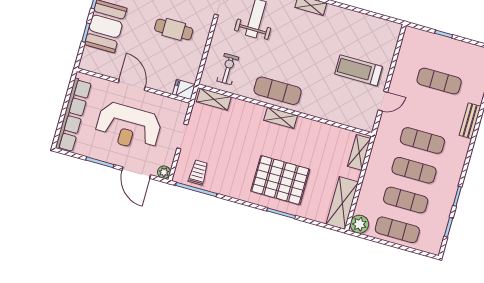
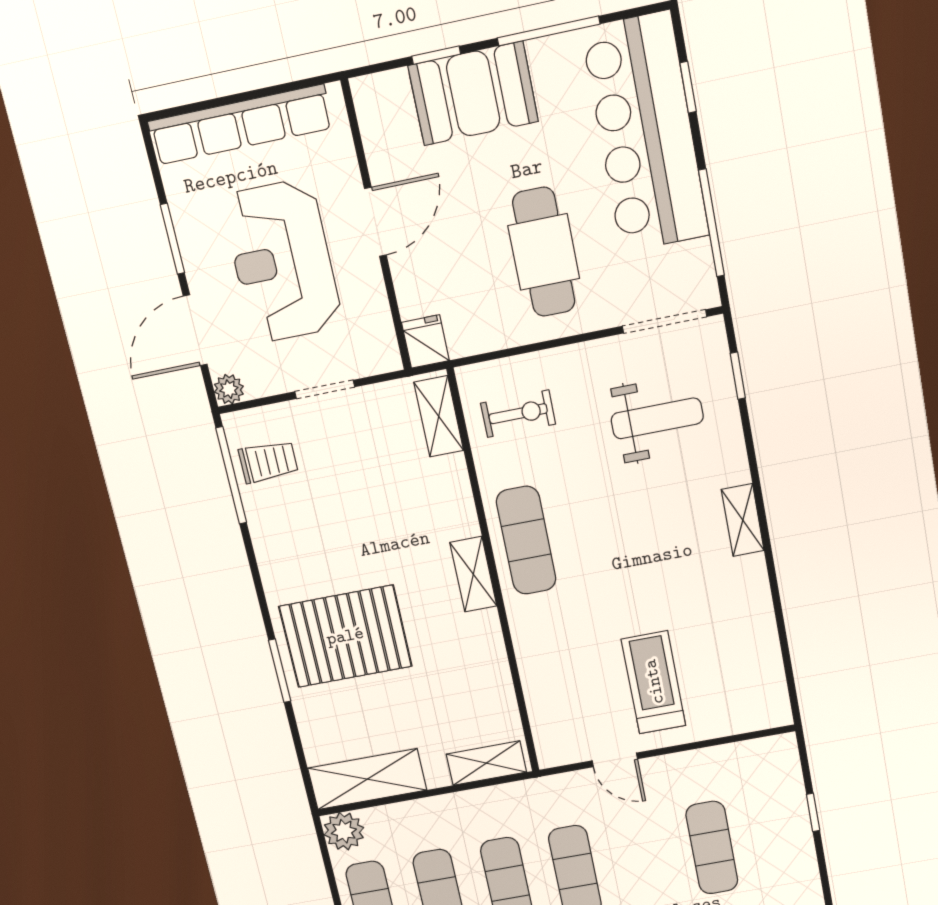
cafe table: (174, 29) -> (544, 252), width x1.37, depth x1.35
pallet: (280, 180) -> (345, 636), turned 90

